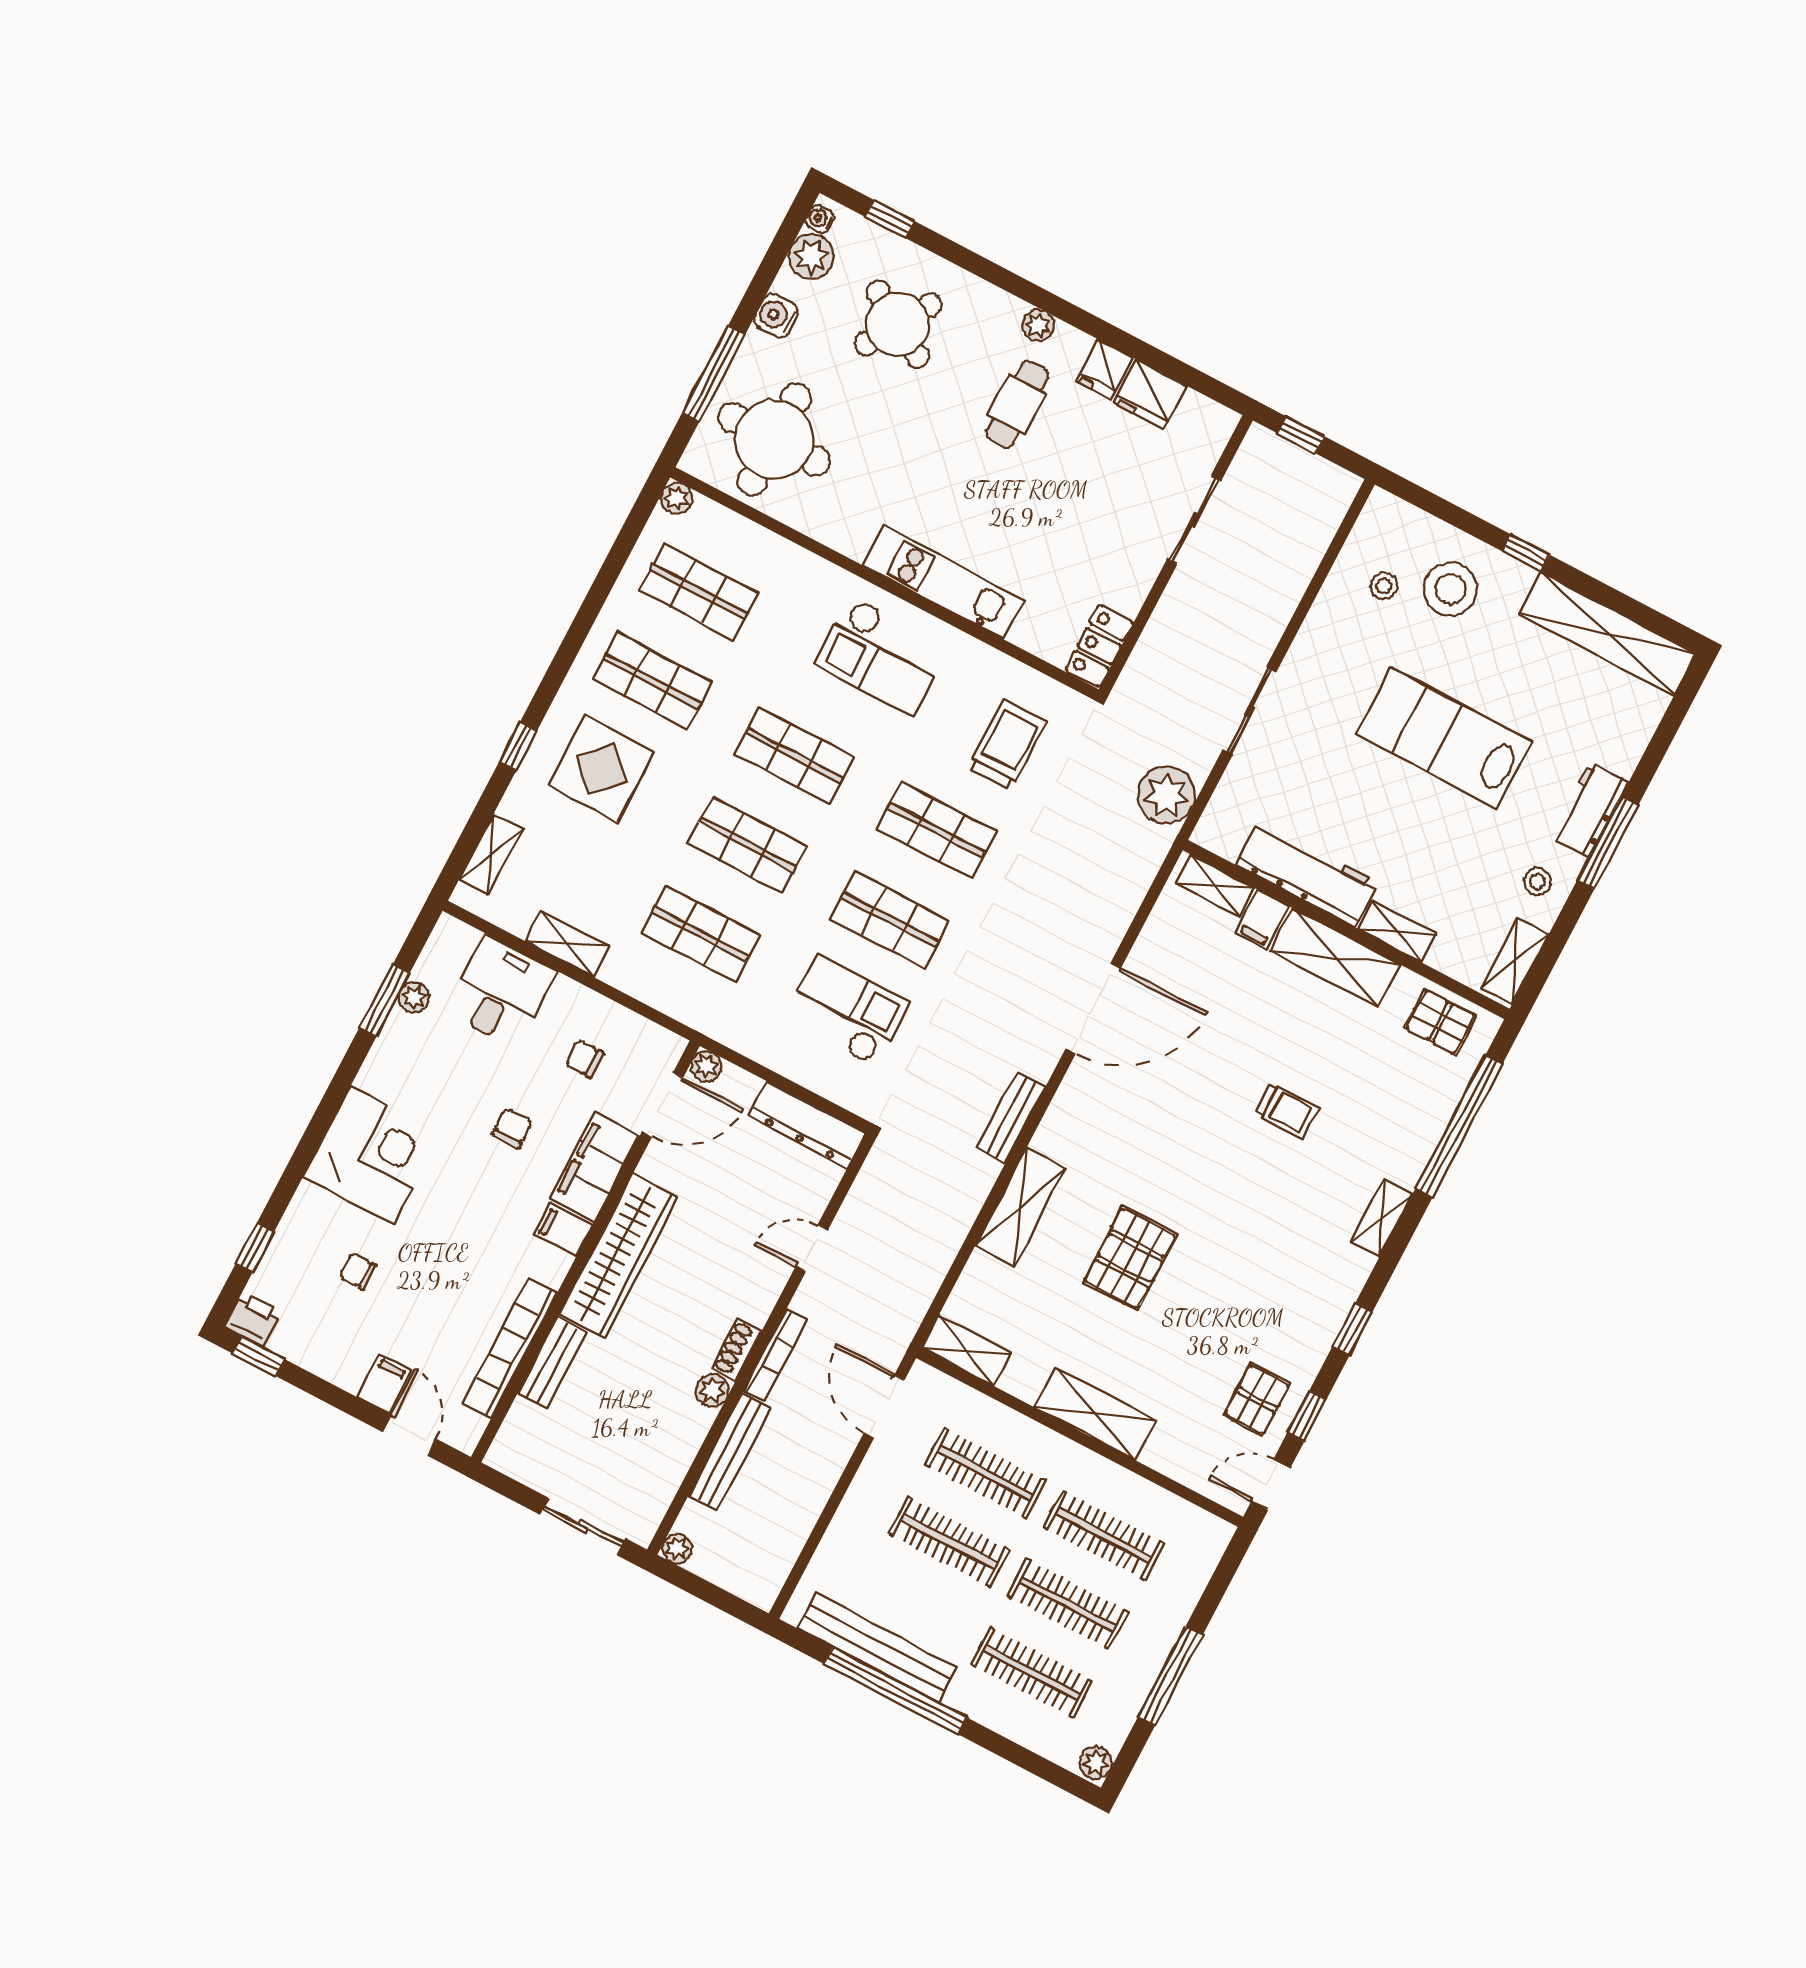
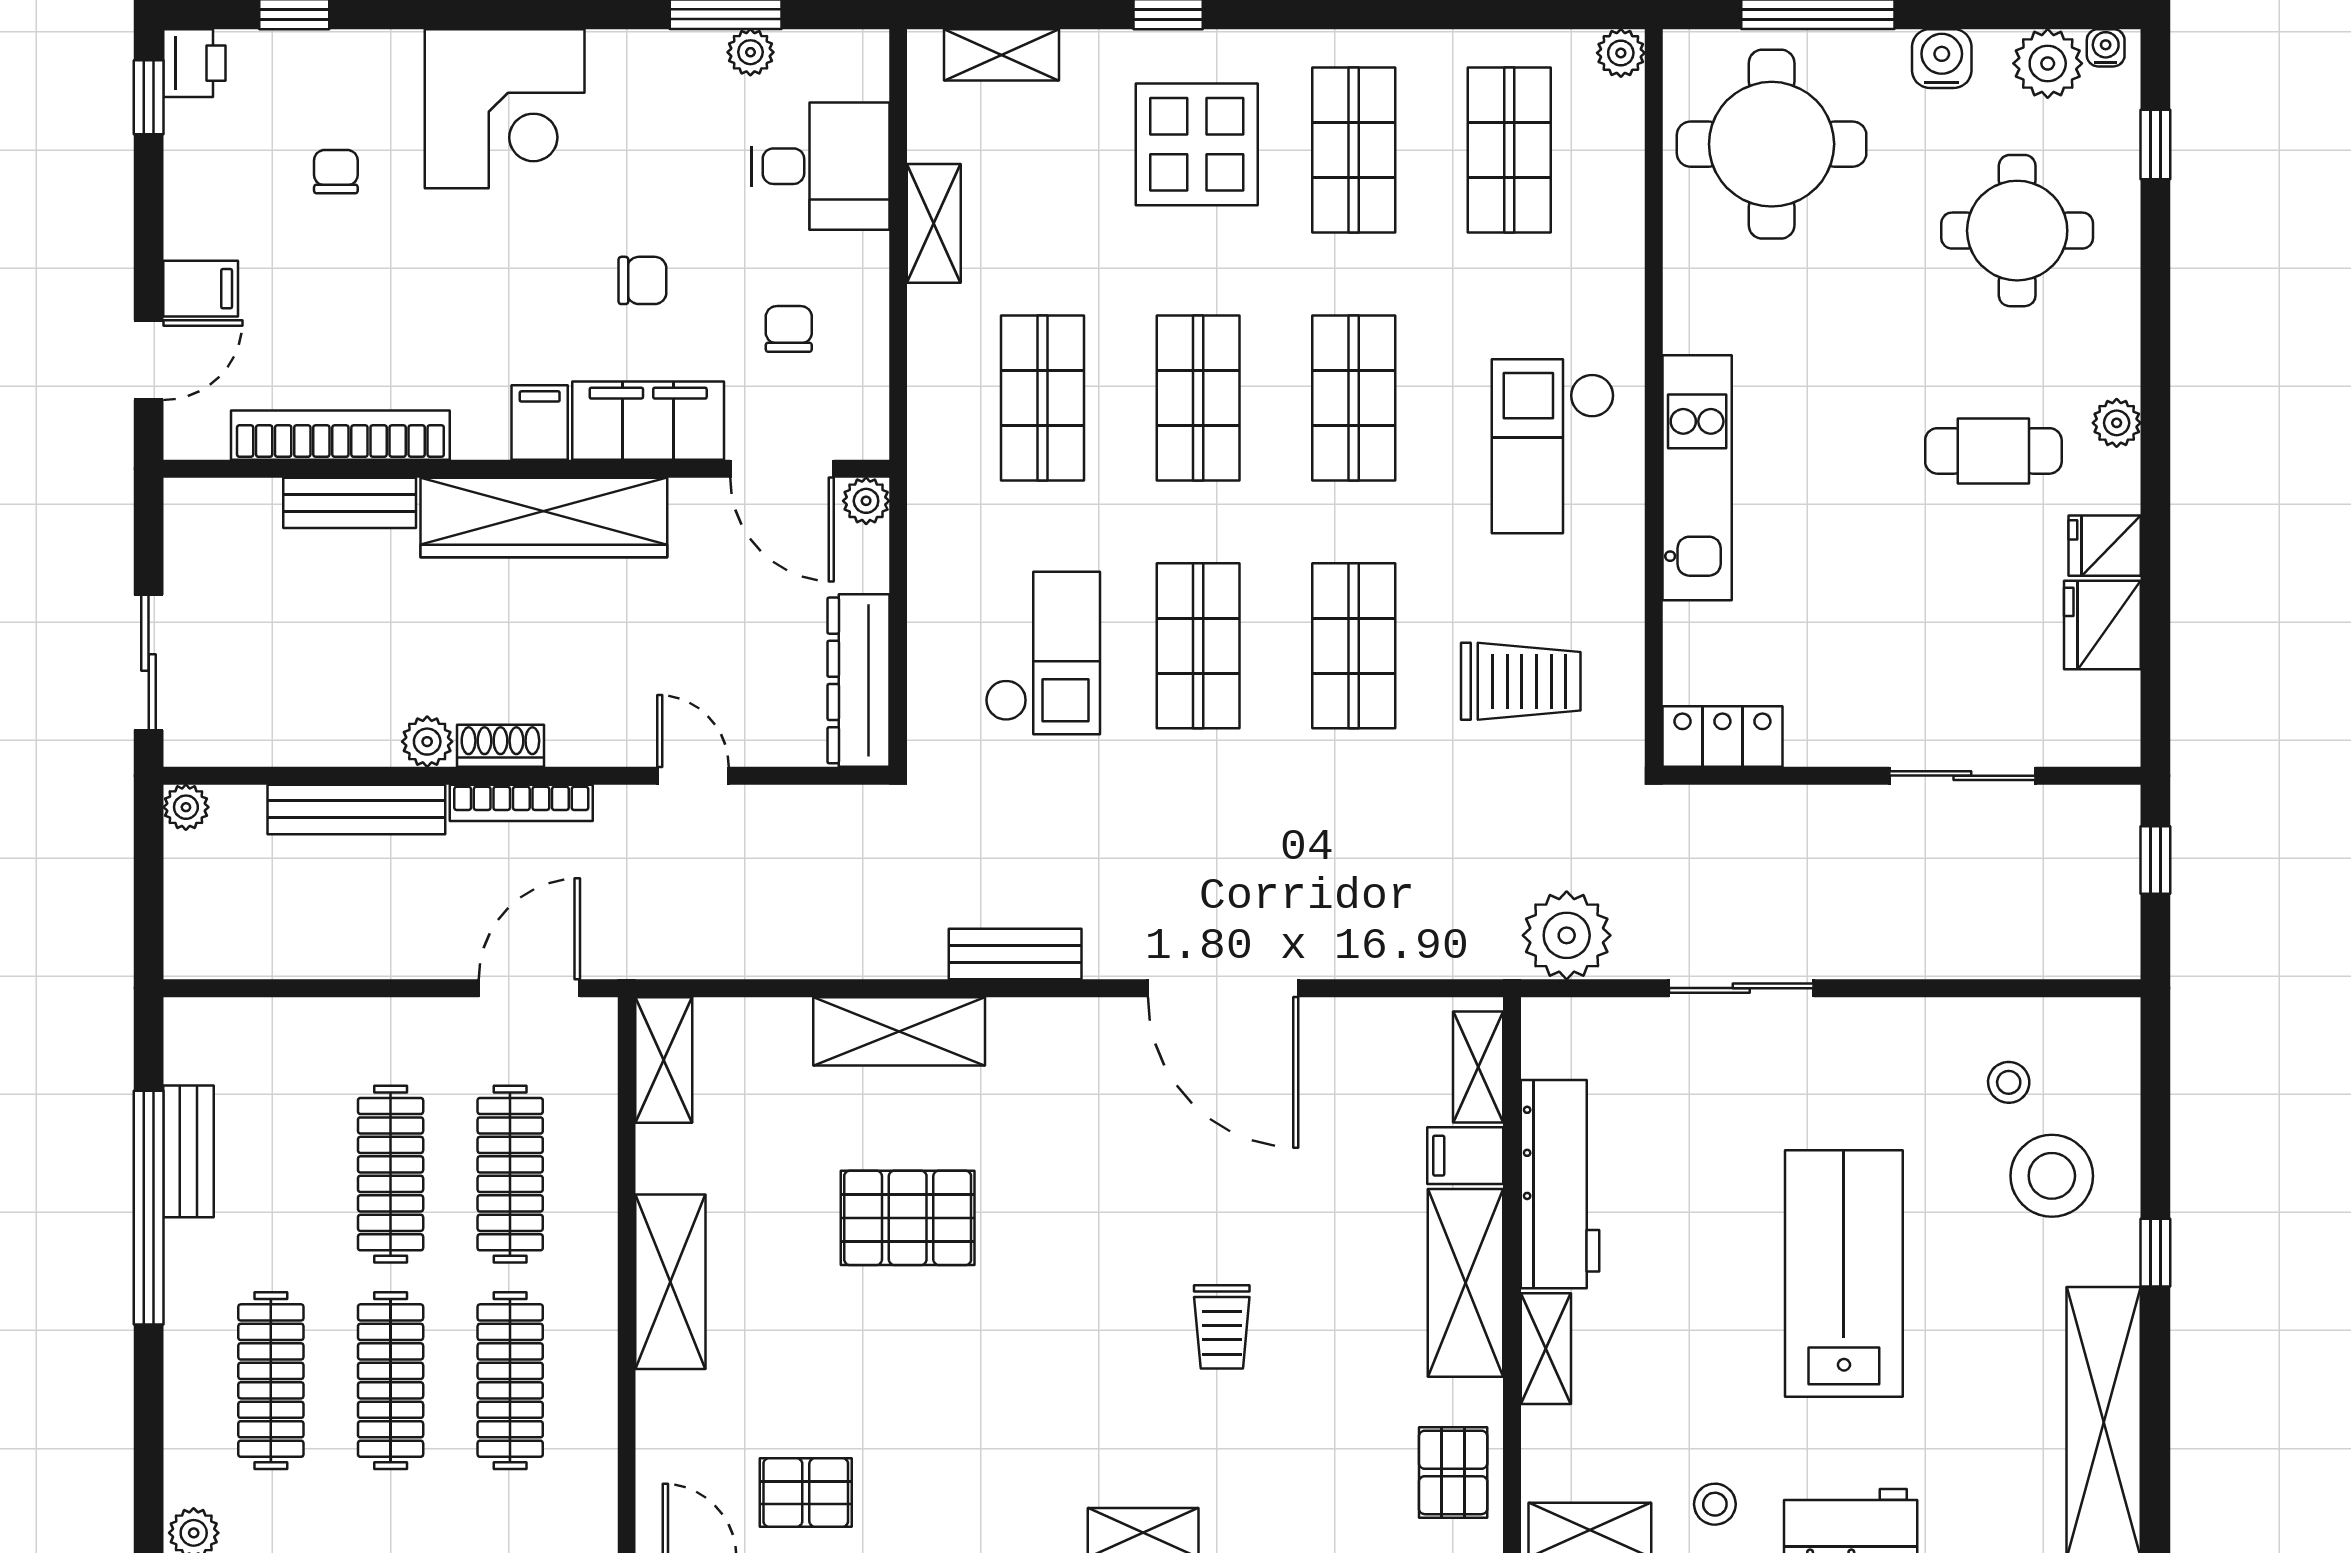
round table: (898, 324) -> (2017, 231), turned -31
bench: (877, 1648) -> (188, 1151), width x0.54, depth x0.82

